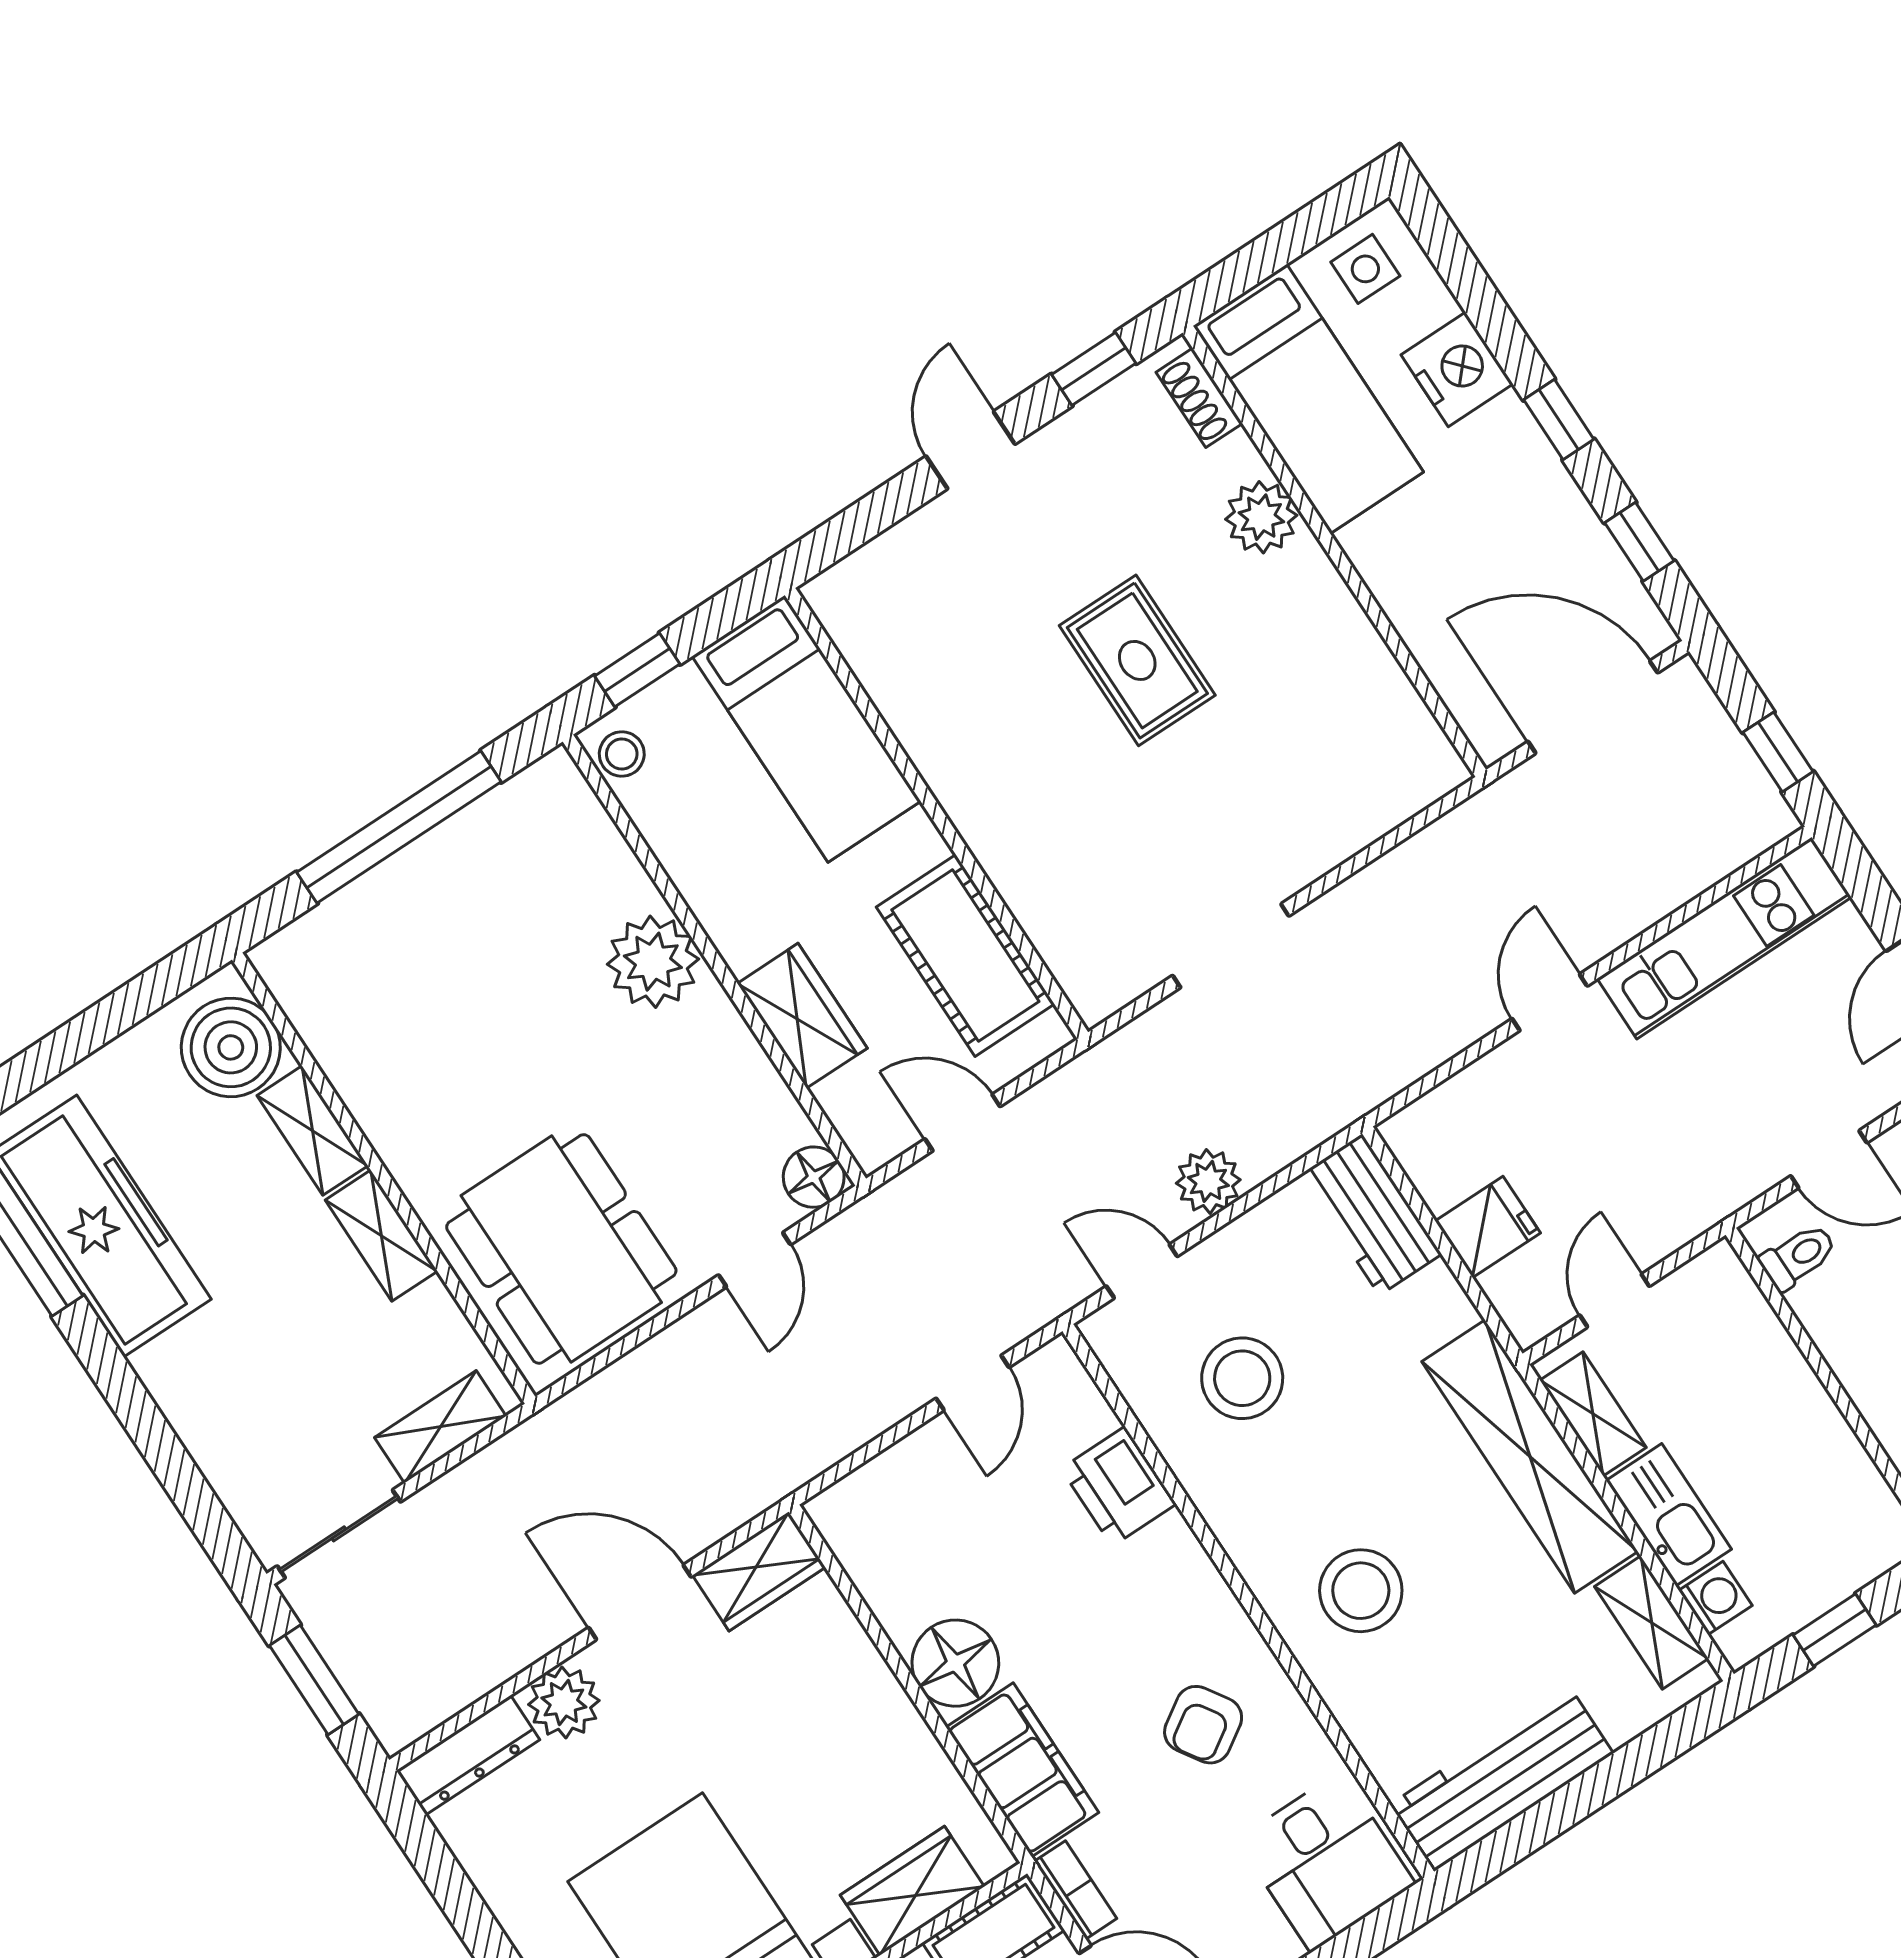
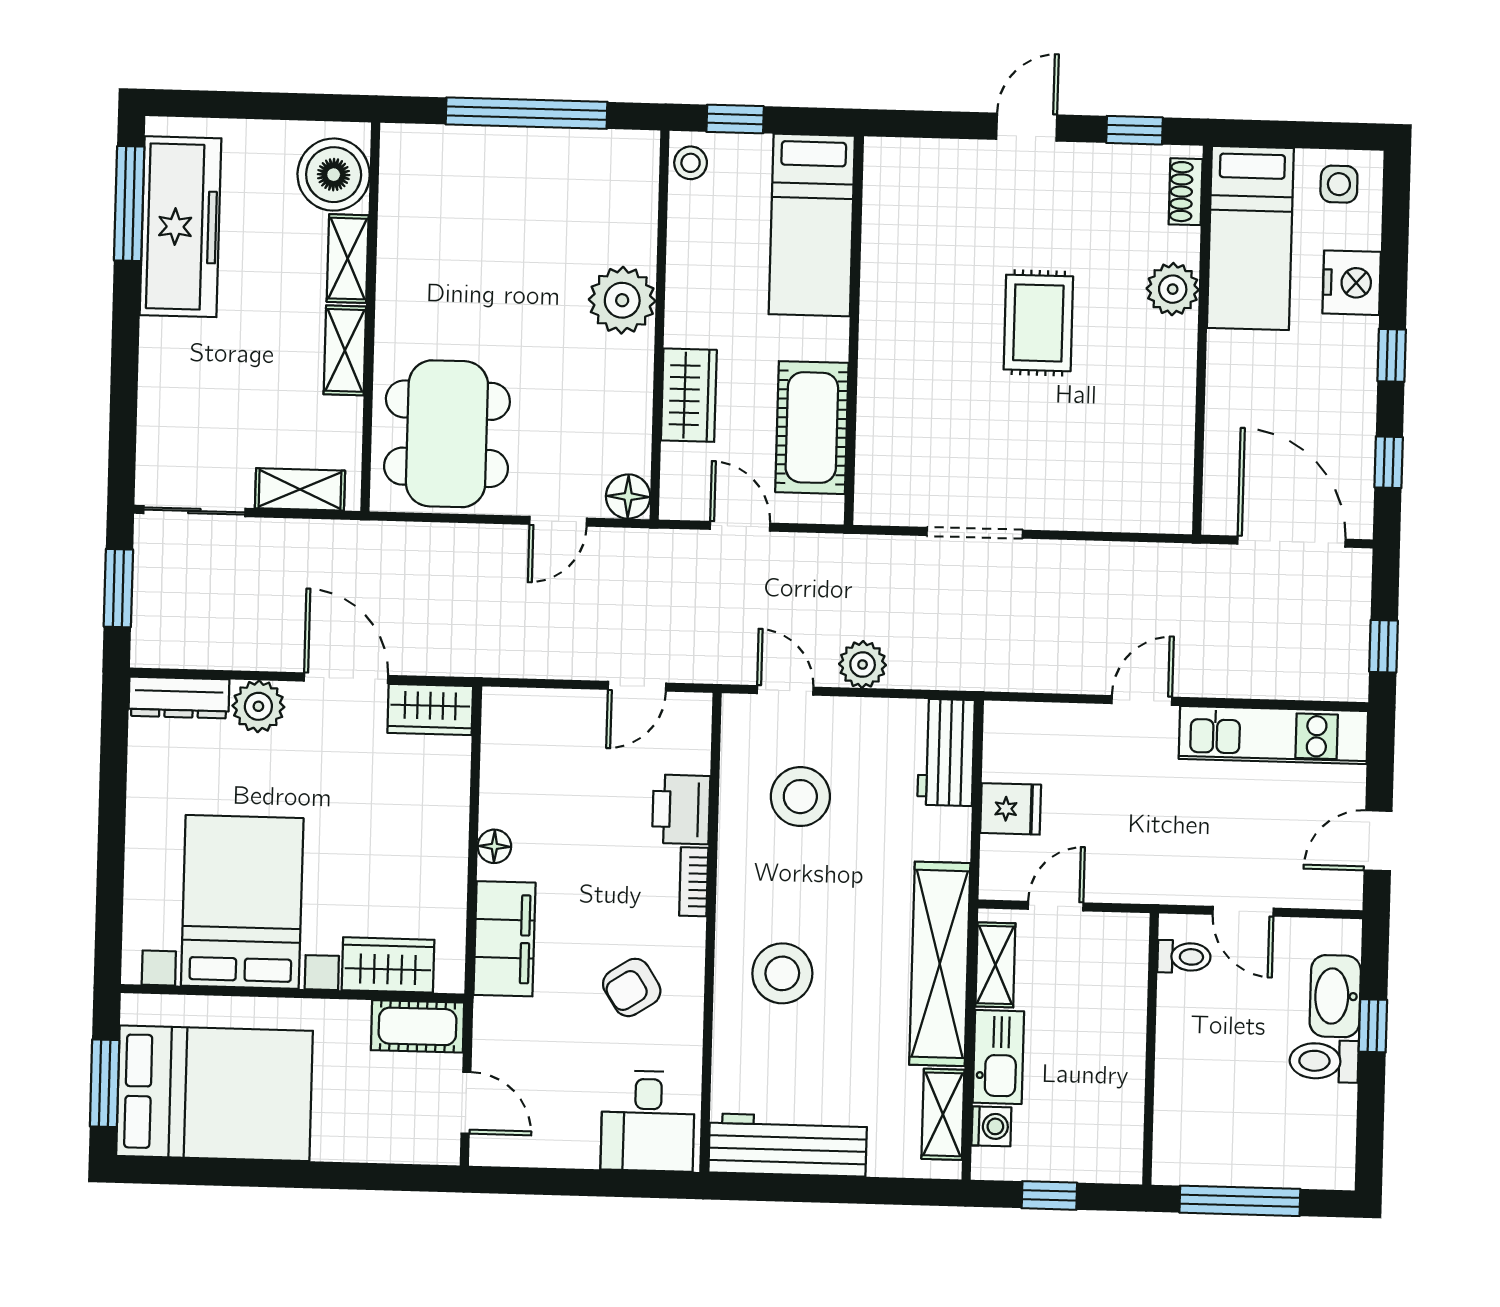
floor lamp: (955, 1663) -> (494, 846), width x0.53, depth x0.53
bookcase: (1076, 1890) -> (694, 882), moved, turned 180

